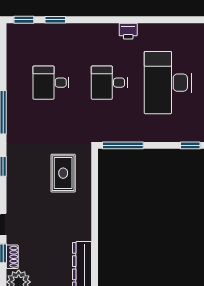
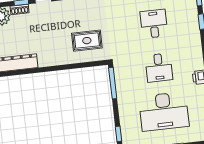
desk: (109, 83) -> (159, 68), turned 180
desk: (168, 83) -> (164, 111), turned 180

